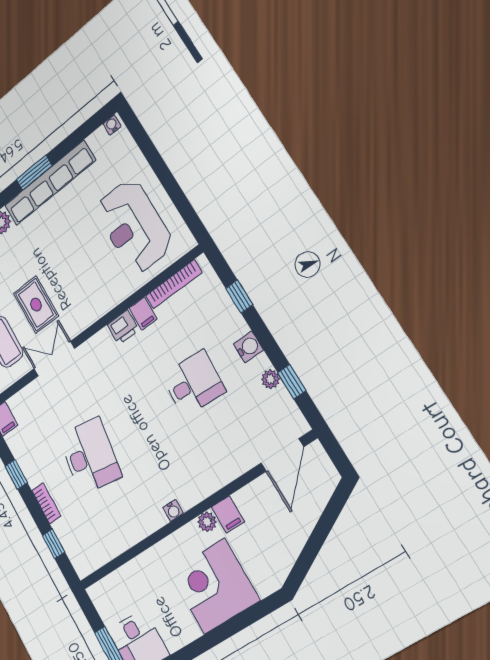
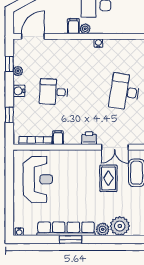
printer: (123, 327) -> (89, 138), moved

